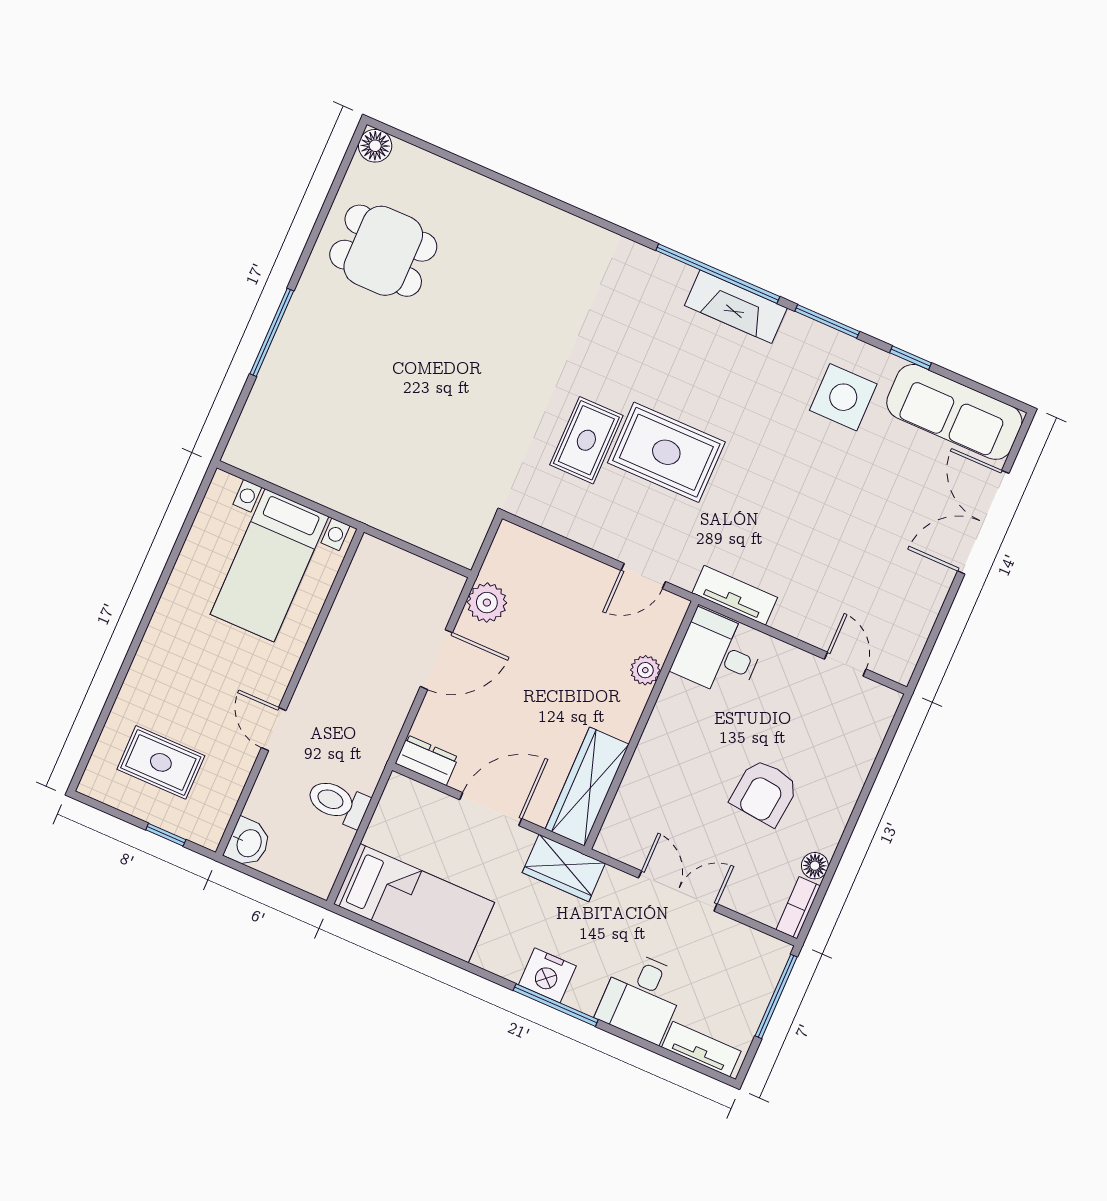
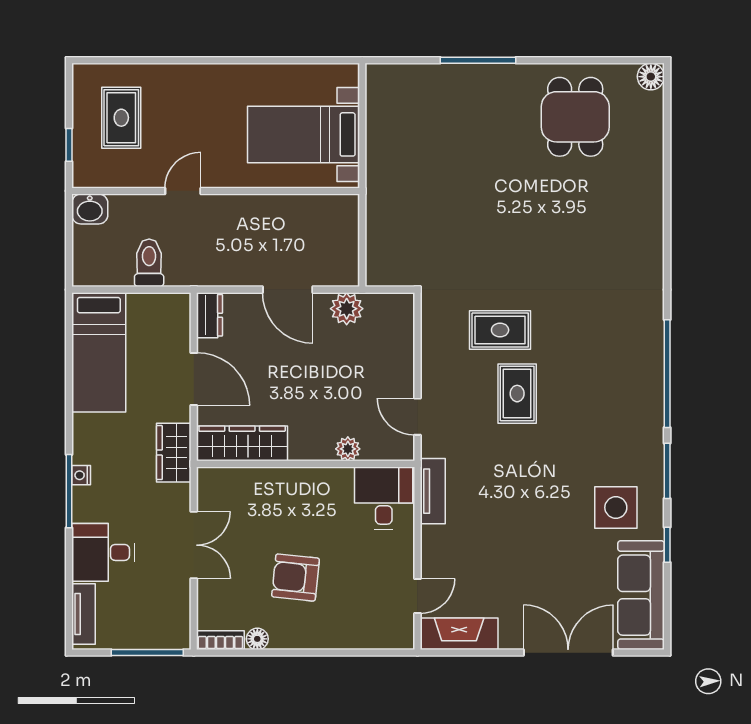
fireplace: (736, 307) -> (459, 634), moved, turned 90
rug: (666, 452) -> (517, 394), width x0.73, depth x0.70
nightstand: (547, 975) -> (81, 475), width x0.53, depth x0.56

